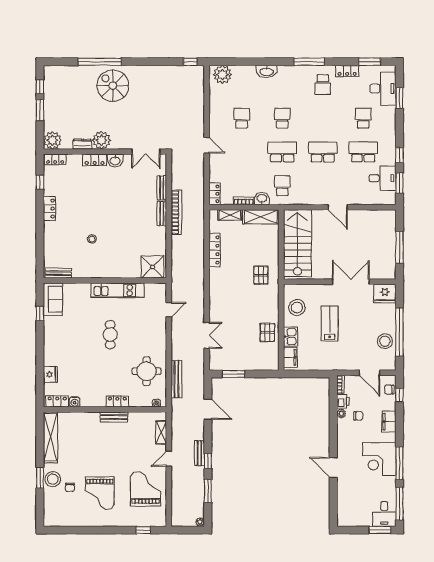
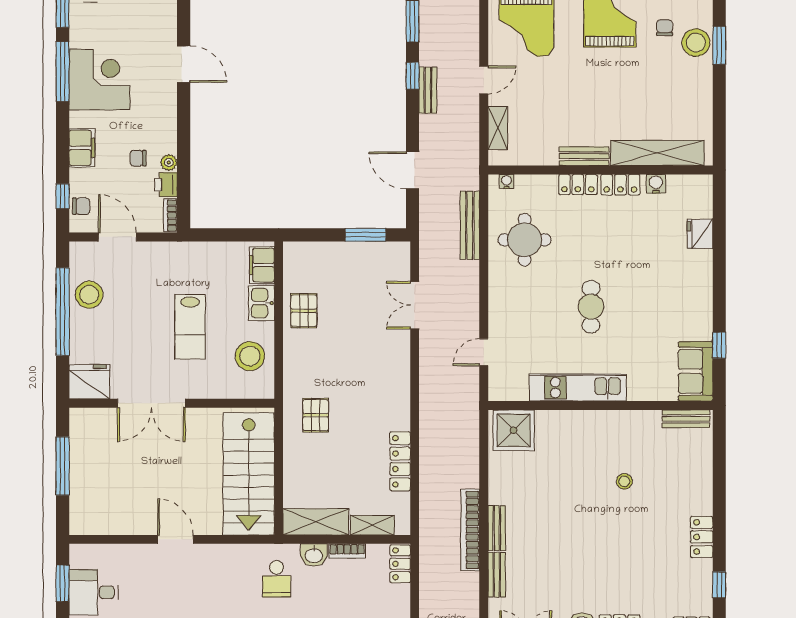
locker: (57, 401) -> (620, 185), moved
shelving: (50, 437) -> (657, 153), moved, turned 90

